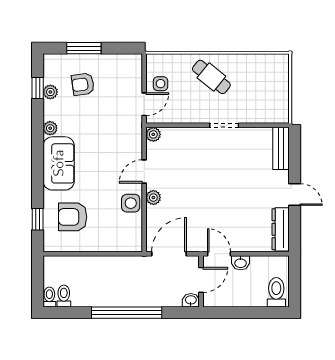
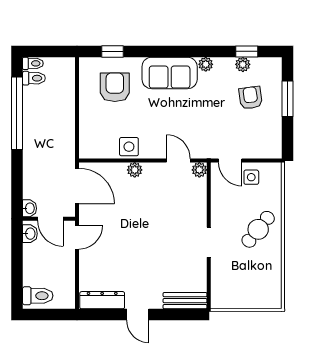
door: (144, 171) -> (178, 160), moved
door: (295, 195) -> (138, 315), hinge flipped
washbasin: (241, 263) -> (30, 234), moved, turned 180
window: (127, 313) -> (17, 113), moved

